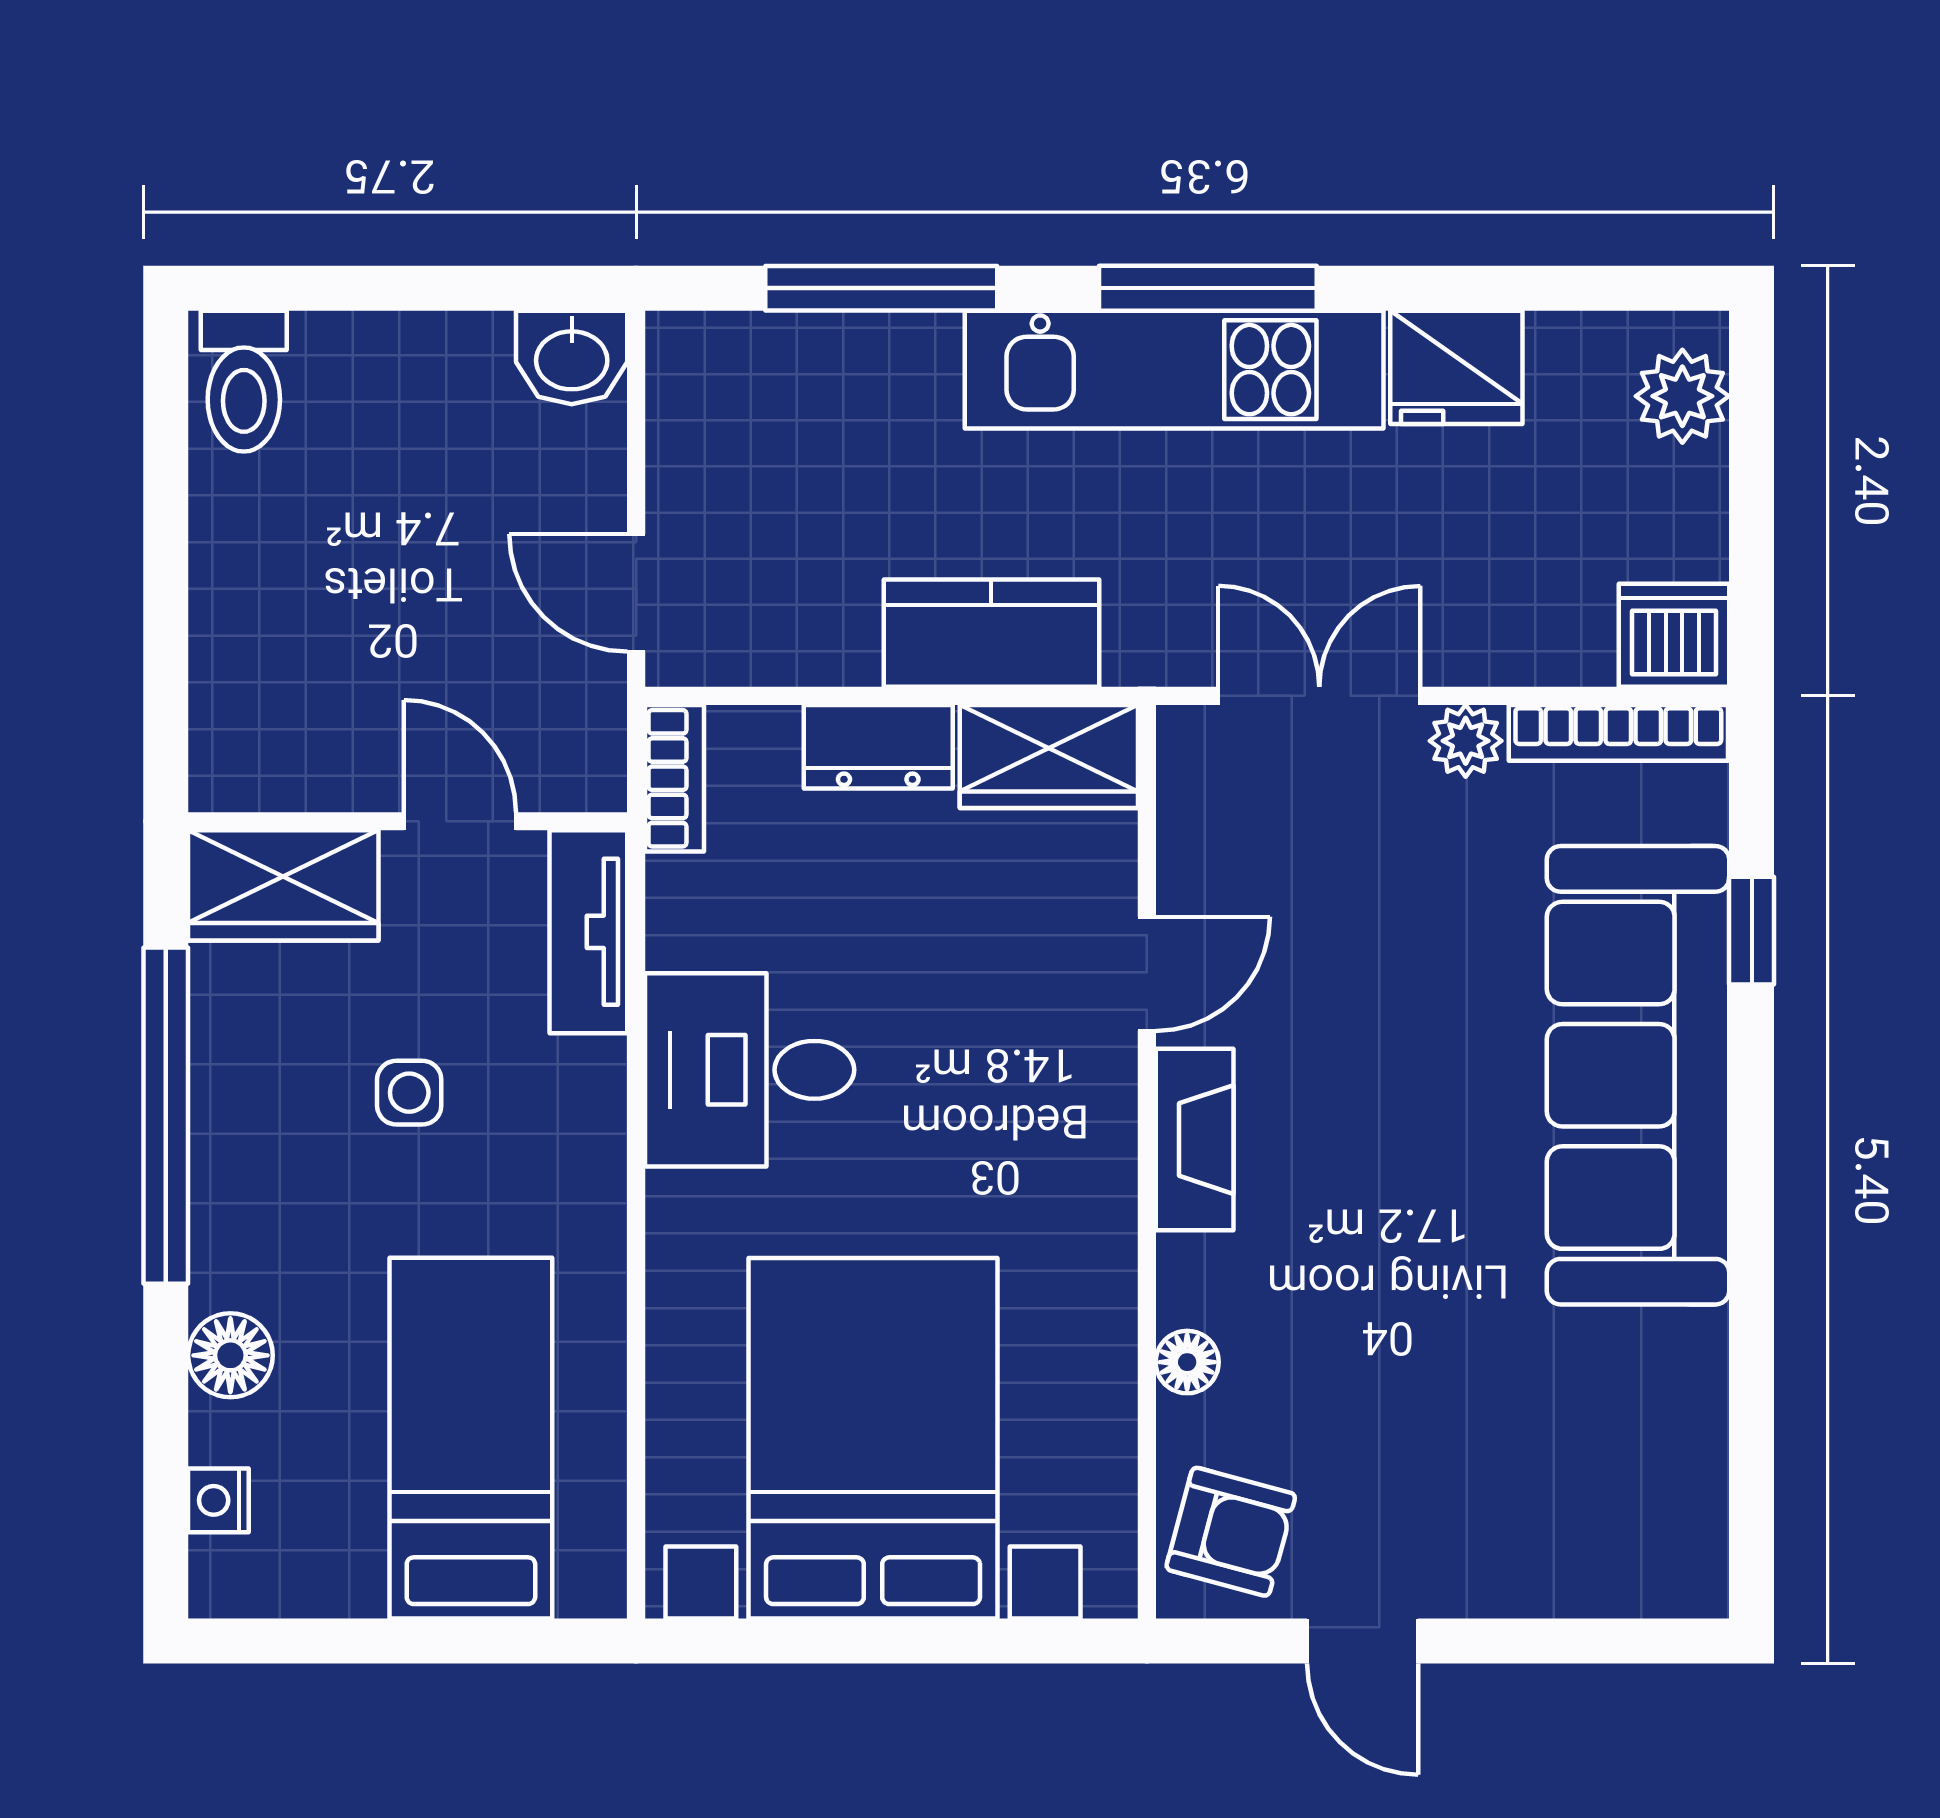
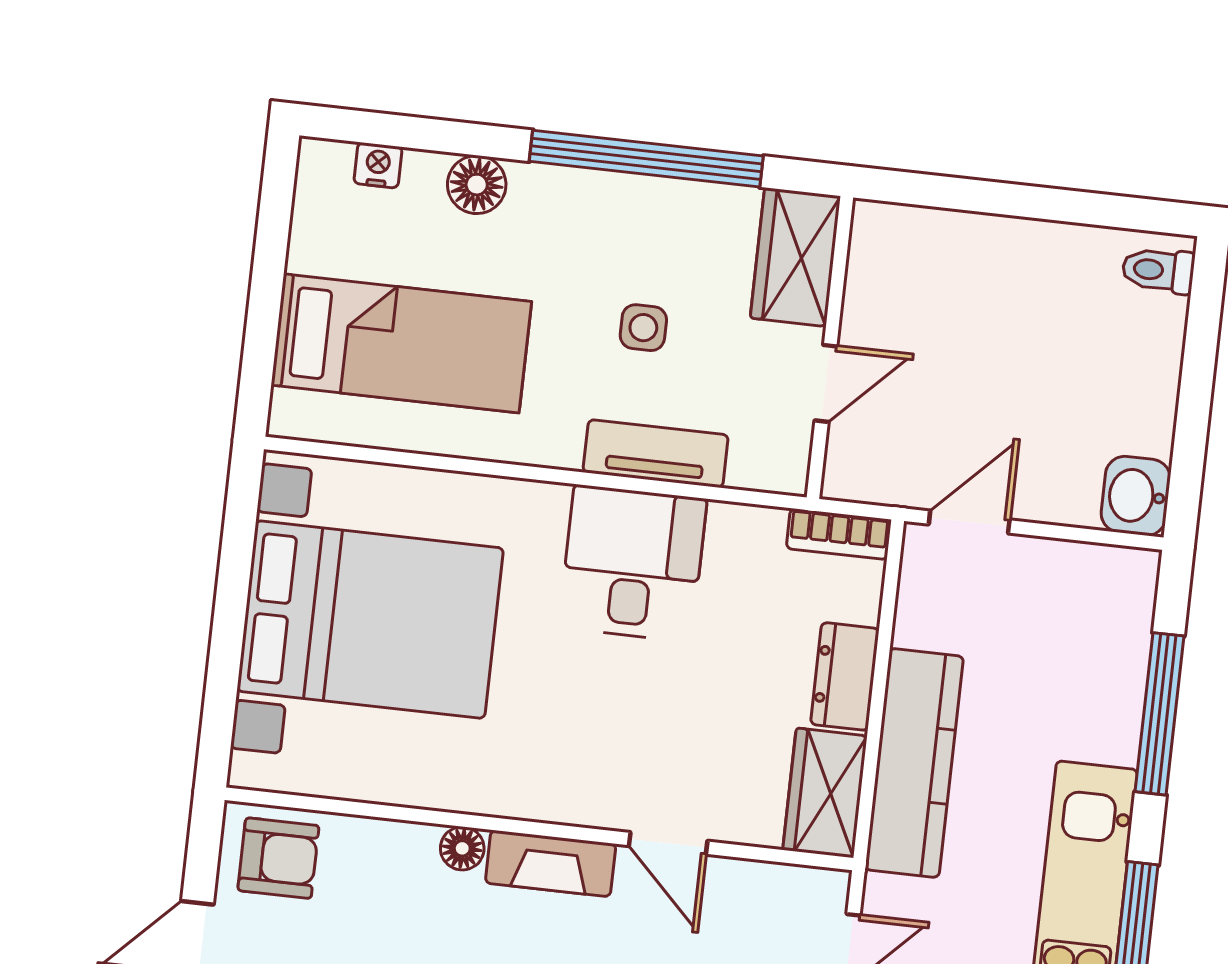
toilet: (244, 381) -> (1158, 270), width x0.73, depth x0.72
kitchen counter: (991, 633) -> (914, 763), width x1.50
tv unit: (588, 932) -> (656, 454), moved
floor lamp: (1187, 1362) -> (462, 848), moved
armchair: (1231, 1532) -> (278, 858), turned -105

